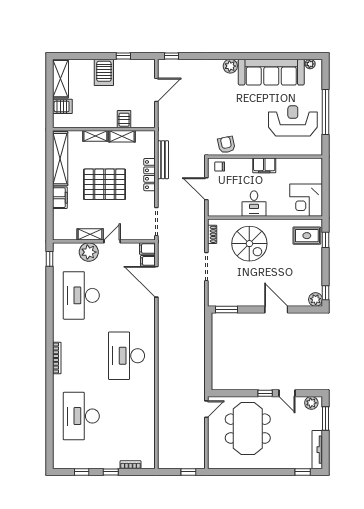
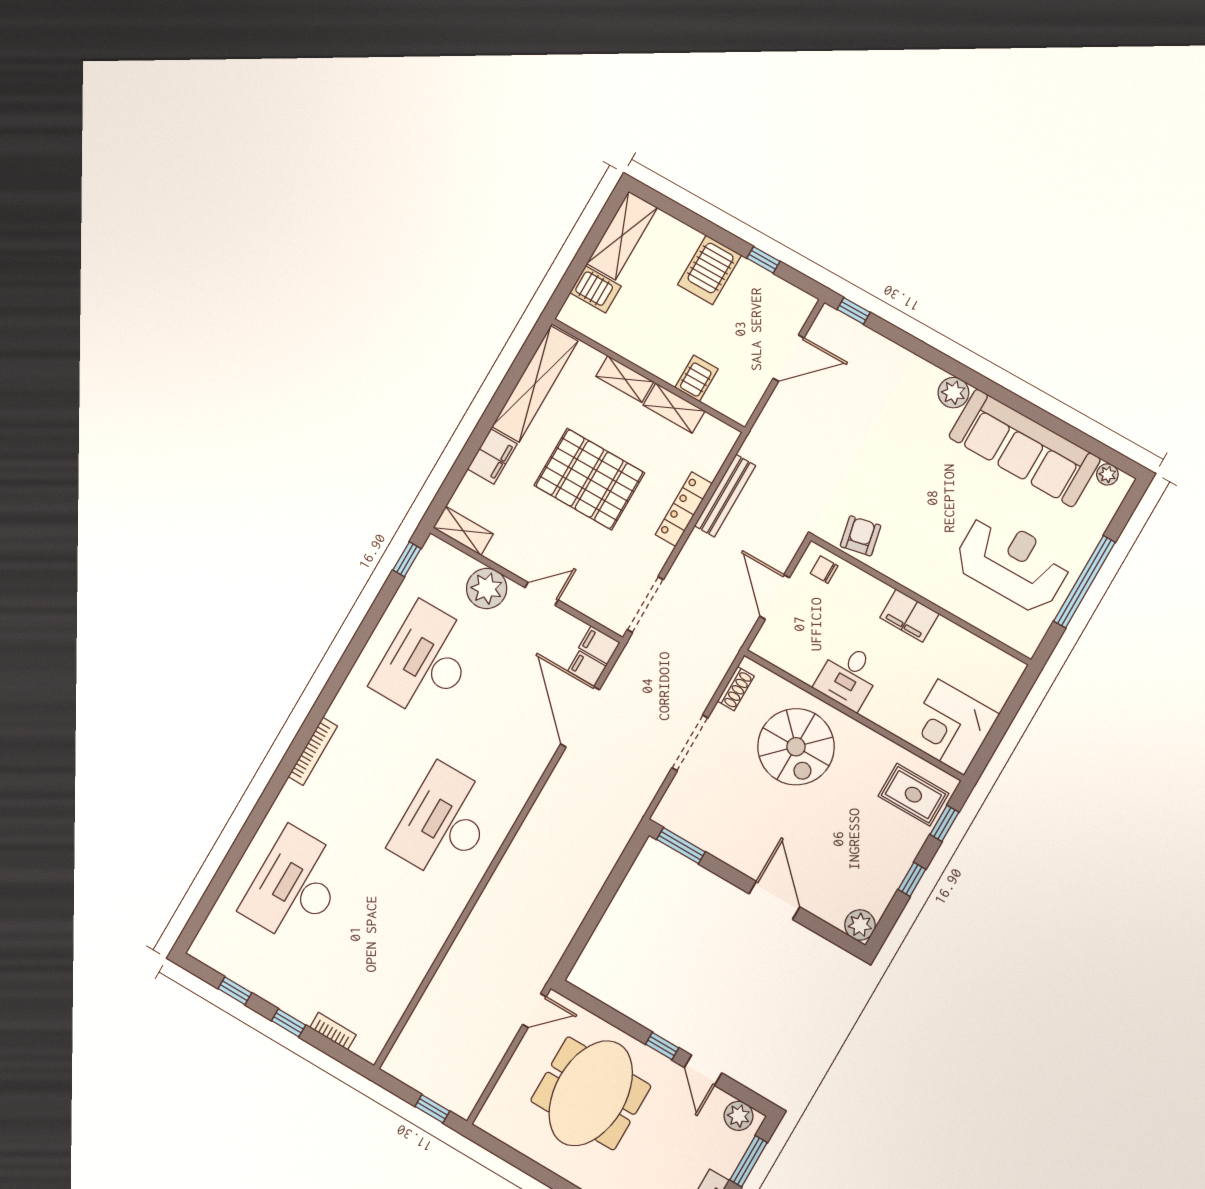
shelving: (90, 234) -> (463, 531), moved
window: (326, 293) -> (912, 879), moved

